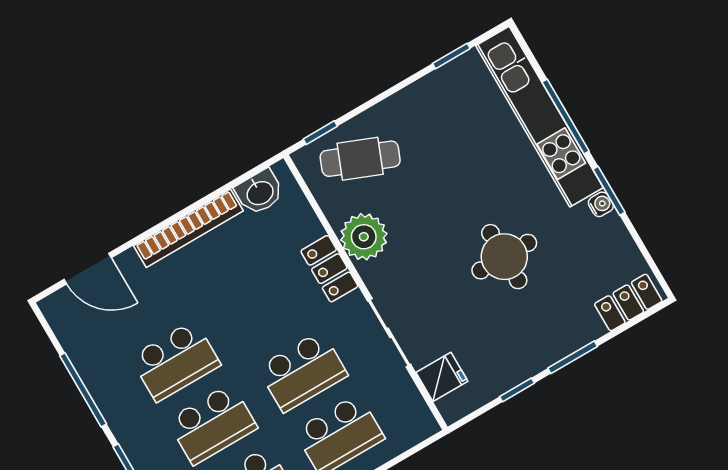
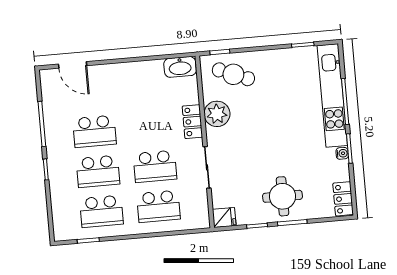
washbasin: (260, 192) -> (180, 67), width x1.38
bookcase: (188, 228) -> (132, 68), removed
round table: (504, 257) -> (282, 196), moved
locker: (628, 302) -> (343, 199), moved, turned -90
fridge: (442, 377) -> (224, 218), moved

